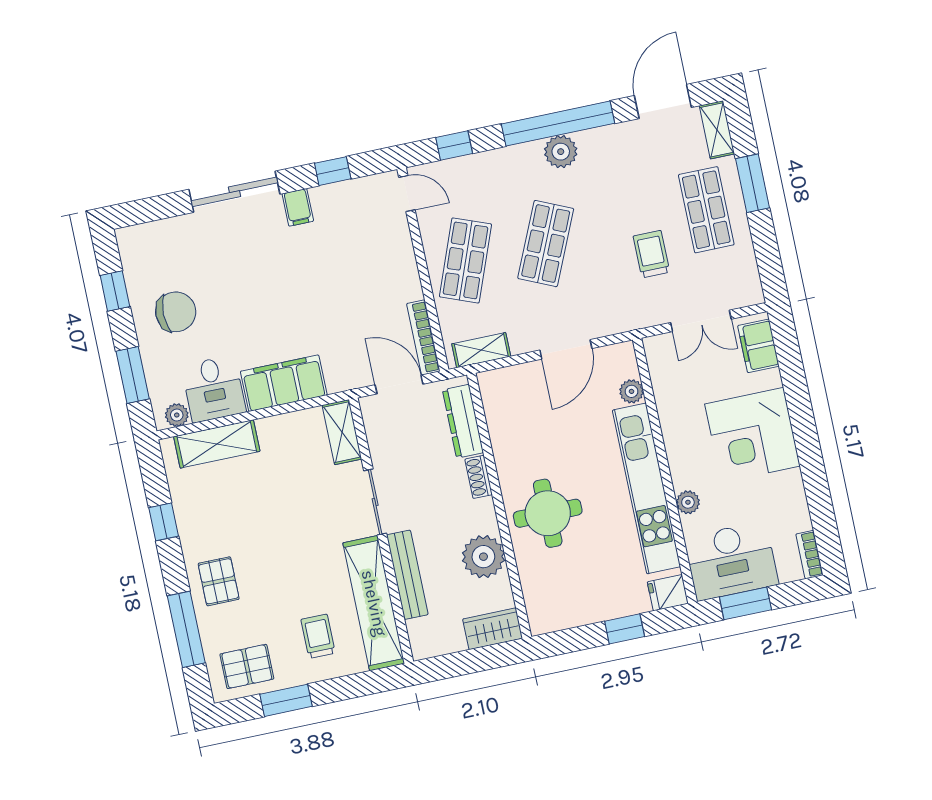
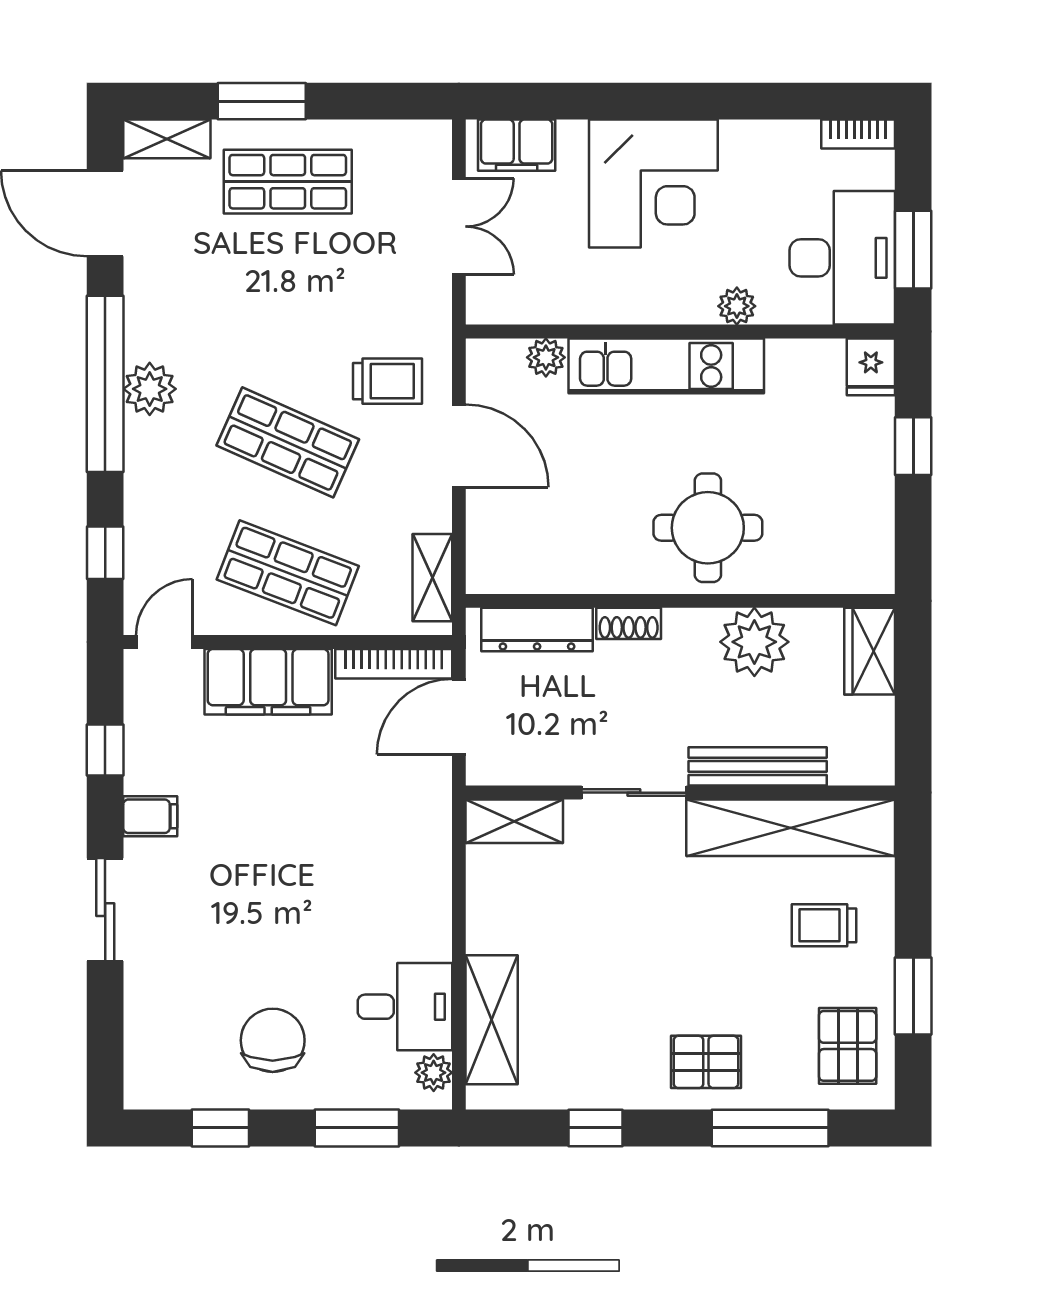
sliding door: (234, 192) -> (105, 910), width x0.73
trolley: (651, 254) -> (387, 381), moved, turned 180
filing cabinet: (284, 383) -> (268, 682), moved, turned -90
kitchen unit: (646, 488) -> (666, 366), width x0.73

